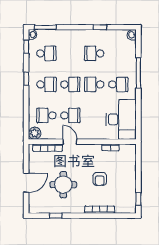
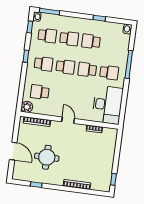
school desk: (70, 115) -> (69, 38), moved
door: (70, 142) -> (68, 120), moved
armchair: (100, 179) -> (81, 156), removed
door: (26, 183) -> (13, 151), hinge flipped

